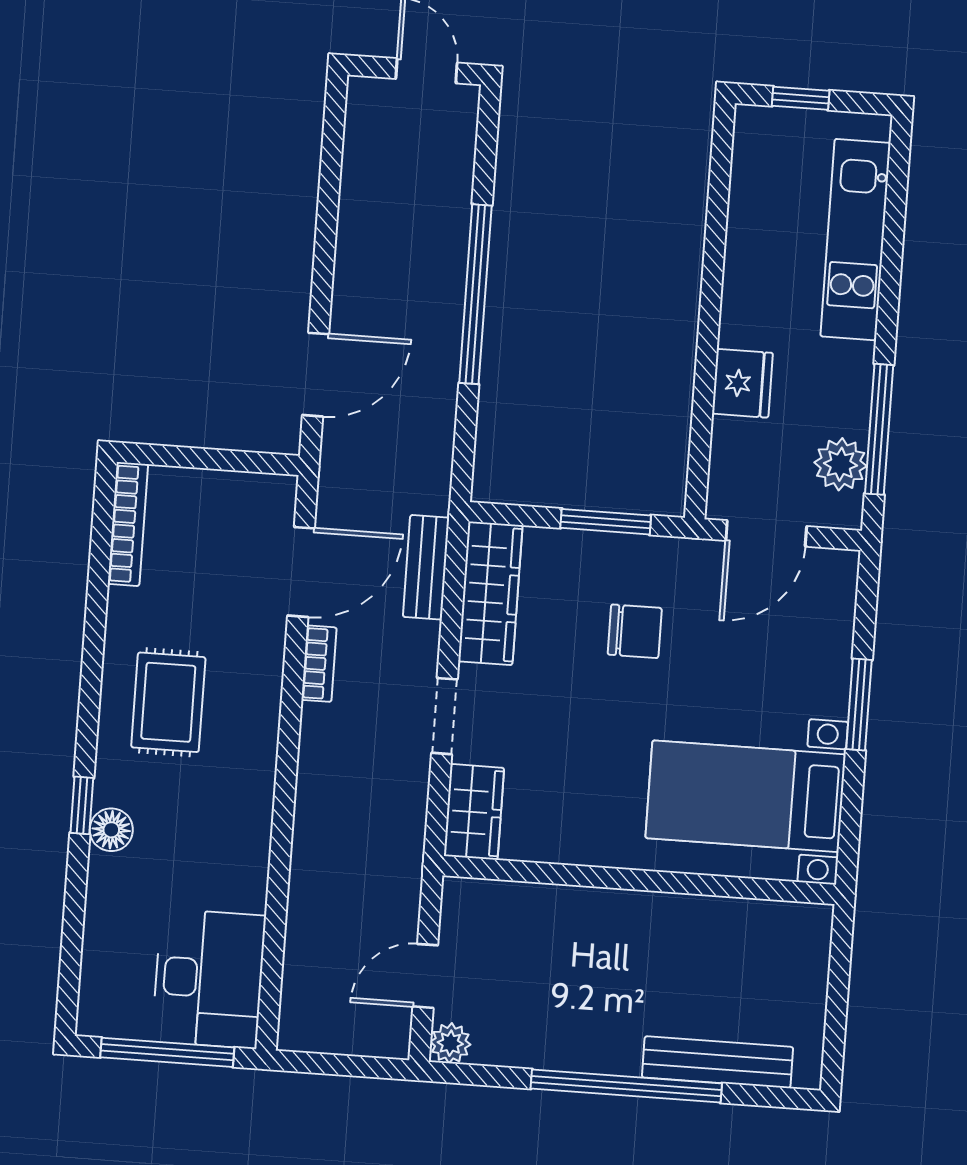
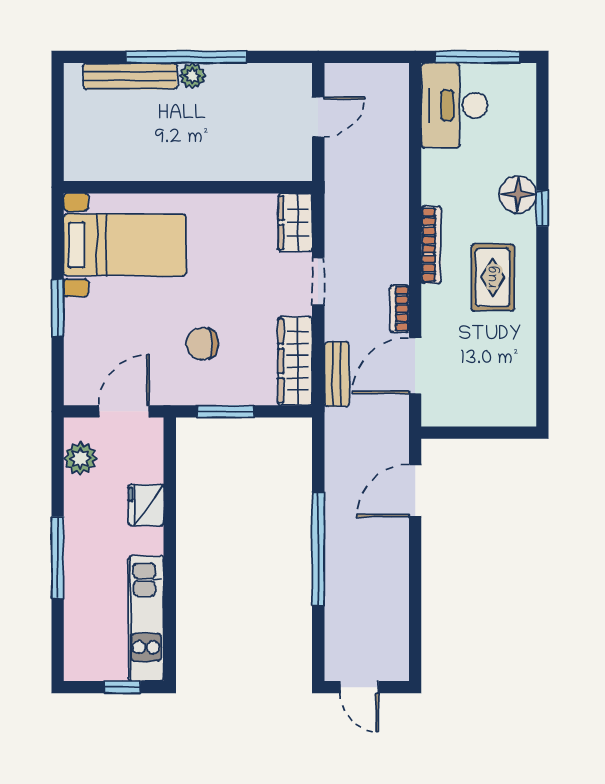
kitchen unit: (855, 240) -> (146, 618), moved, turned 180
window: (879, 429) -> (58, 558), moved
bookcase: (128, 524) -> (431, 245), moved, turned 180
floor lamp: (111, 830) -> (518, 194), width x1.38, depth x1.38
plant: (450, 1043) -> (192, 76), moved

